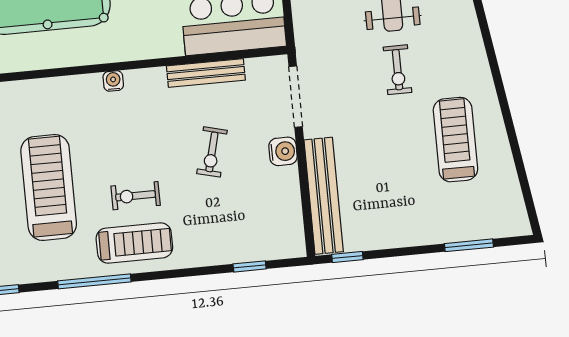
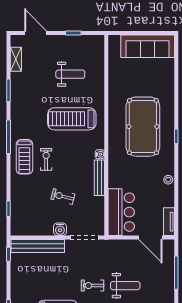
bench: (206, 73) -> (99, 178), moved
treadmill: (49, 187) -> (72, 119), moved, turned 180

